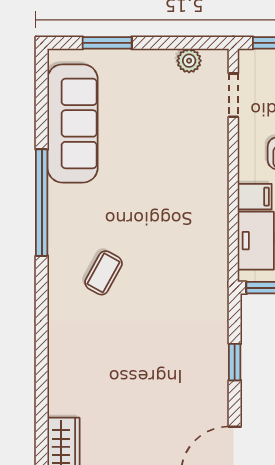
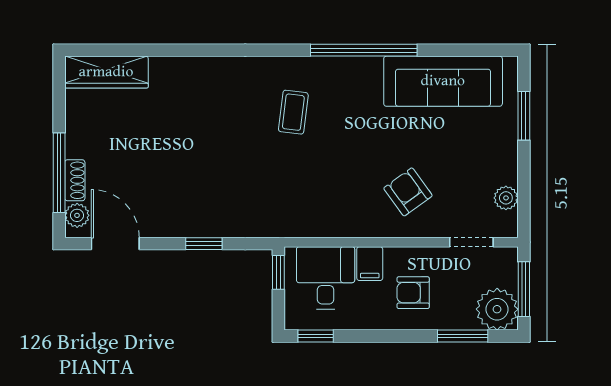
armchair: (183, 158) -> (408, 192), added
coffee table: (104, 273) -> (293, 112), turned 68

